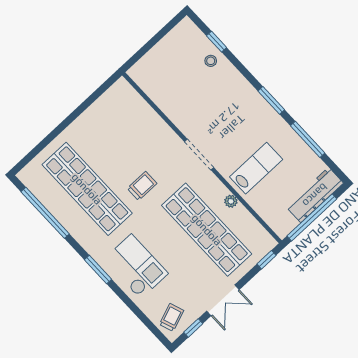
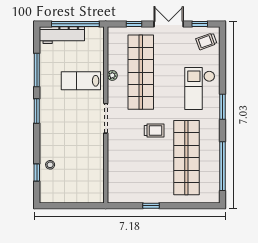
window: (78, 111) -> (151, 206), added
trolley: (142, 186) -> (154, 131), turned 180
window: (266, 260) -> (134, 24), moved

